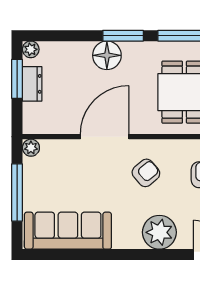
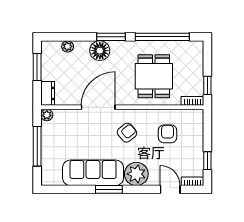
plant: (31, 49) -> (68, 46), moved
dresser: (32, 84) -> (48, 93), moved
sofa: (68, 231) -> (93, 173), moved
window: (120, 255) -> (109, 189), added

